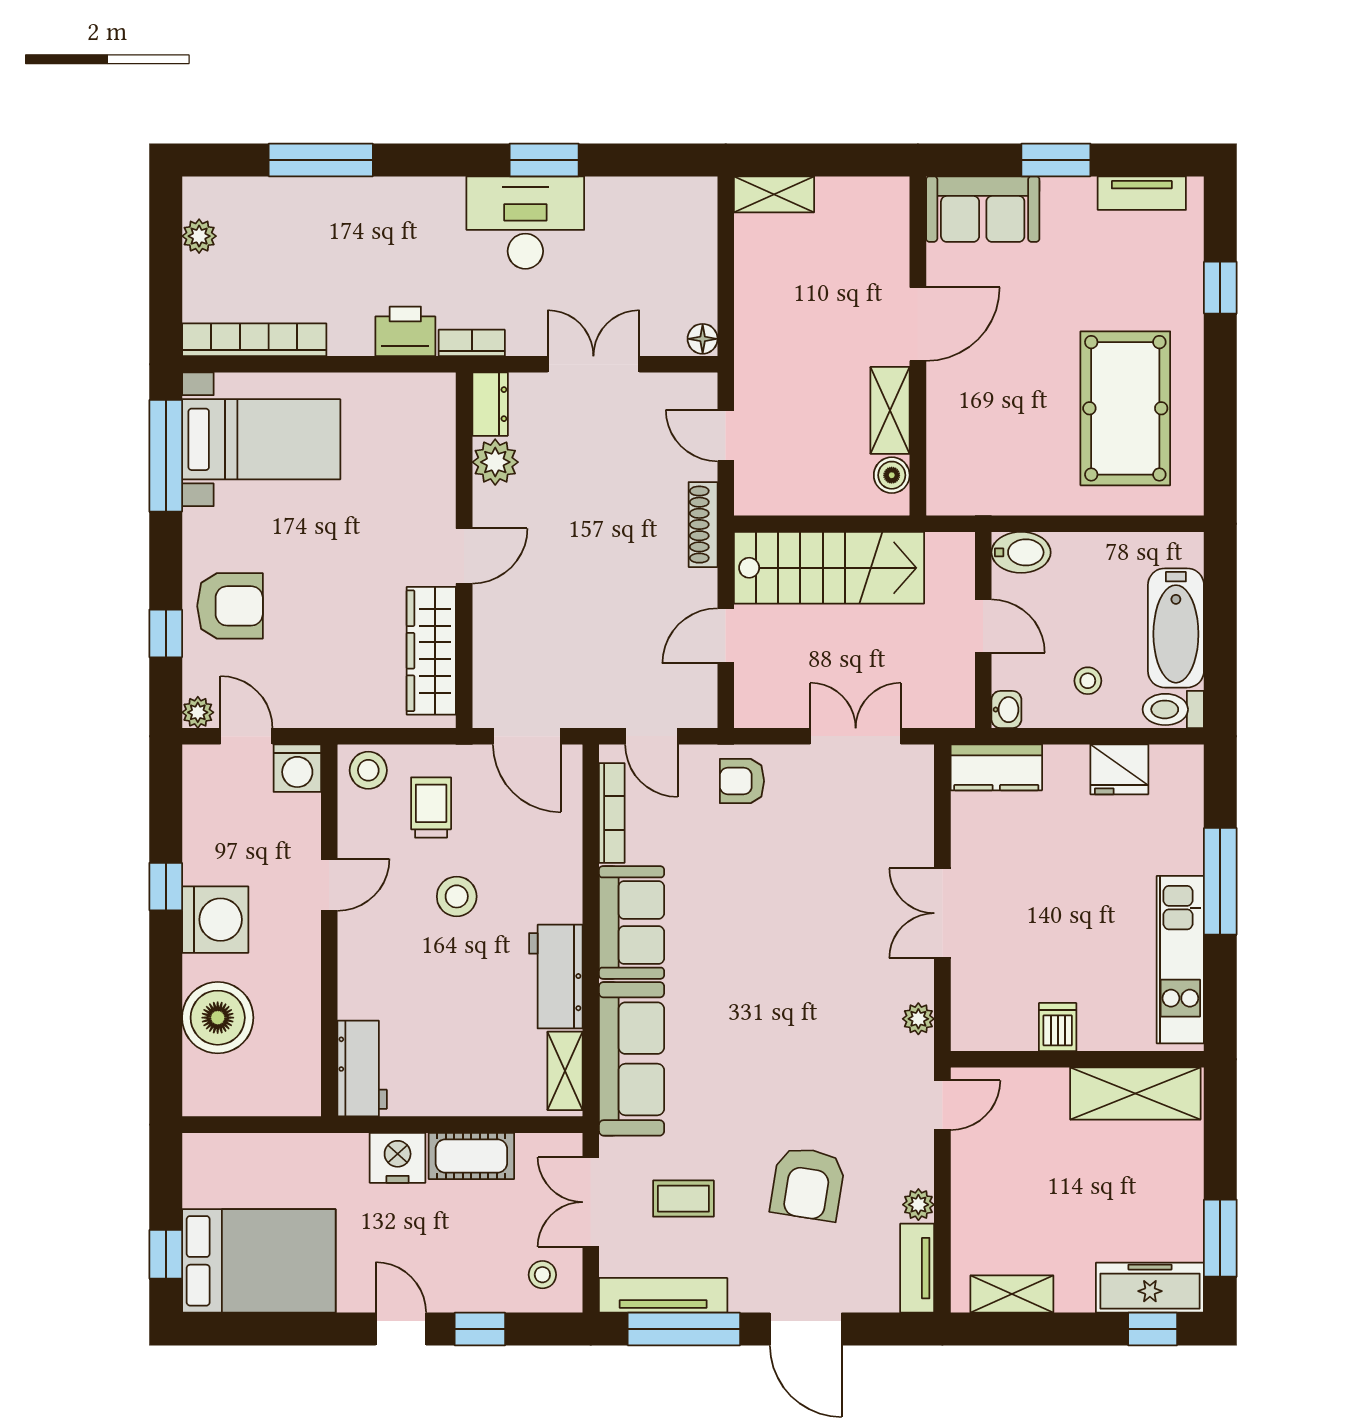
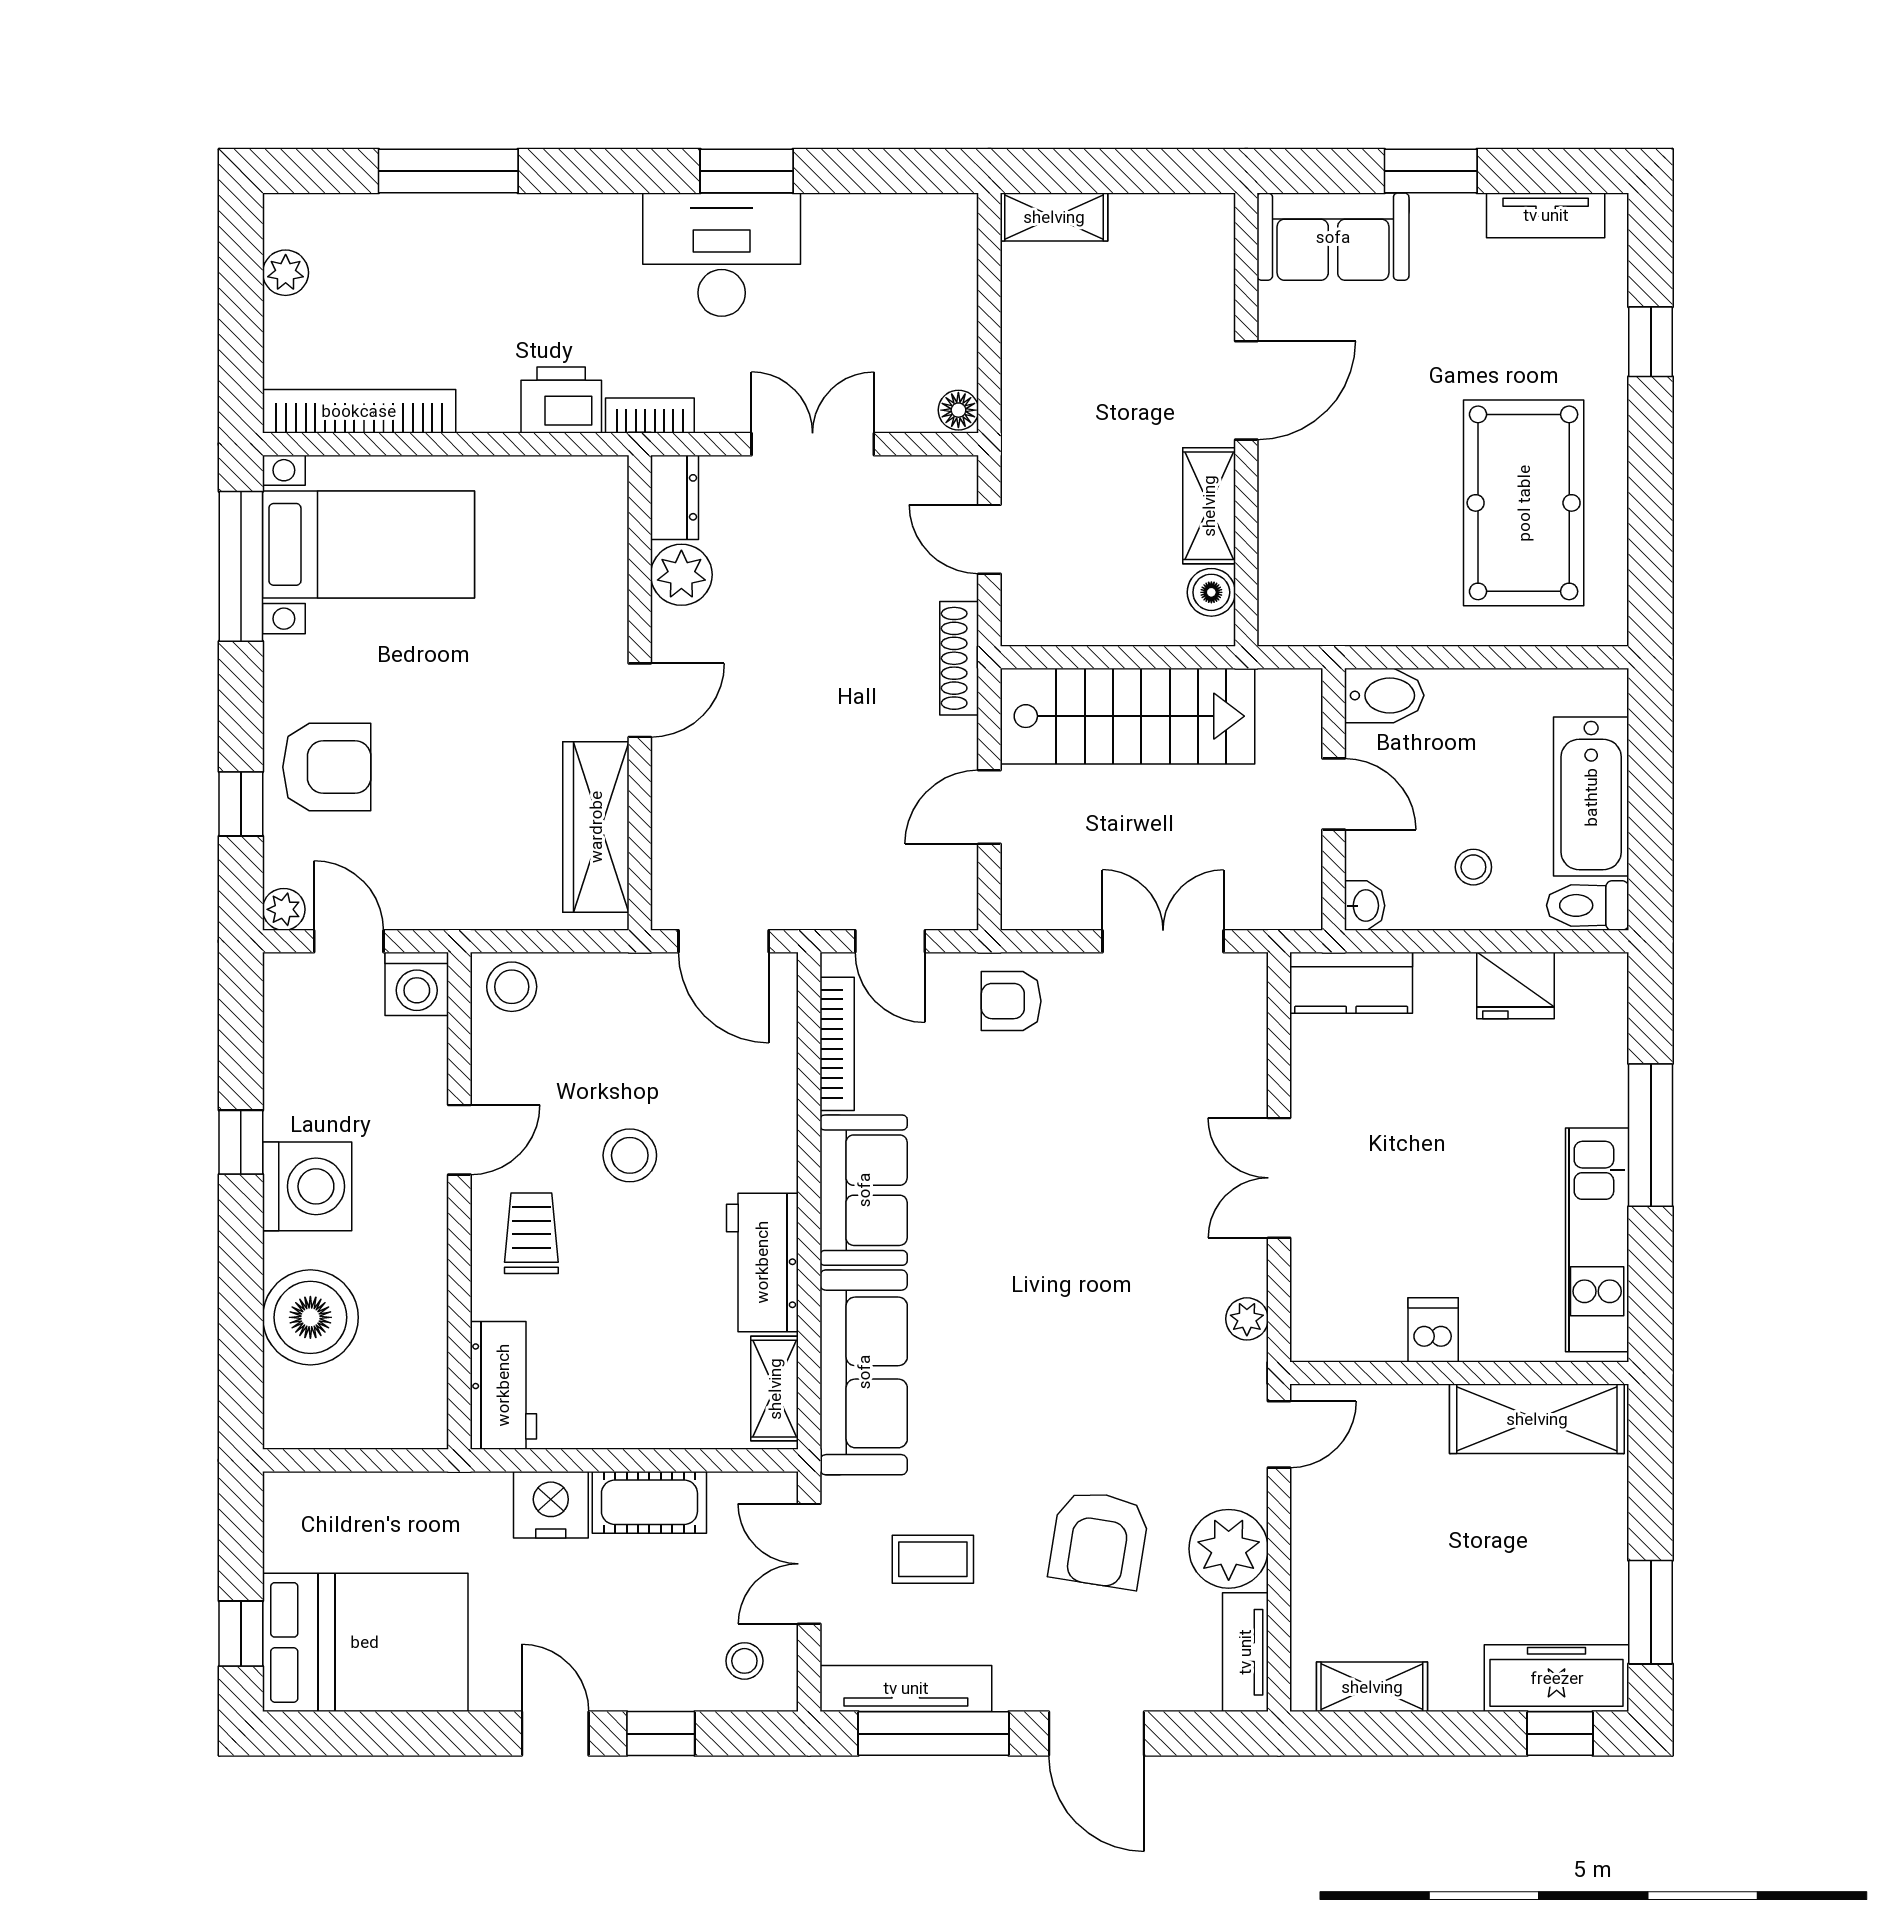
trolley: (431, 808) -> (531, 1233), moved
plant: (918, 1205) -> (1229, 1549), width x1.88, depth x1.88

